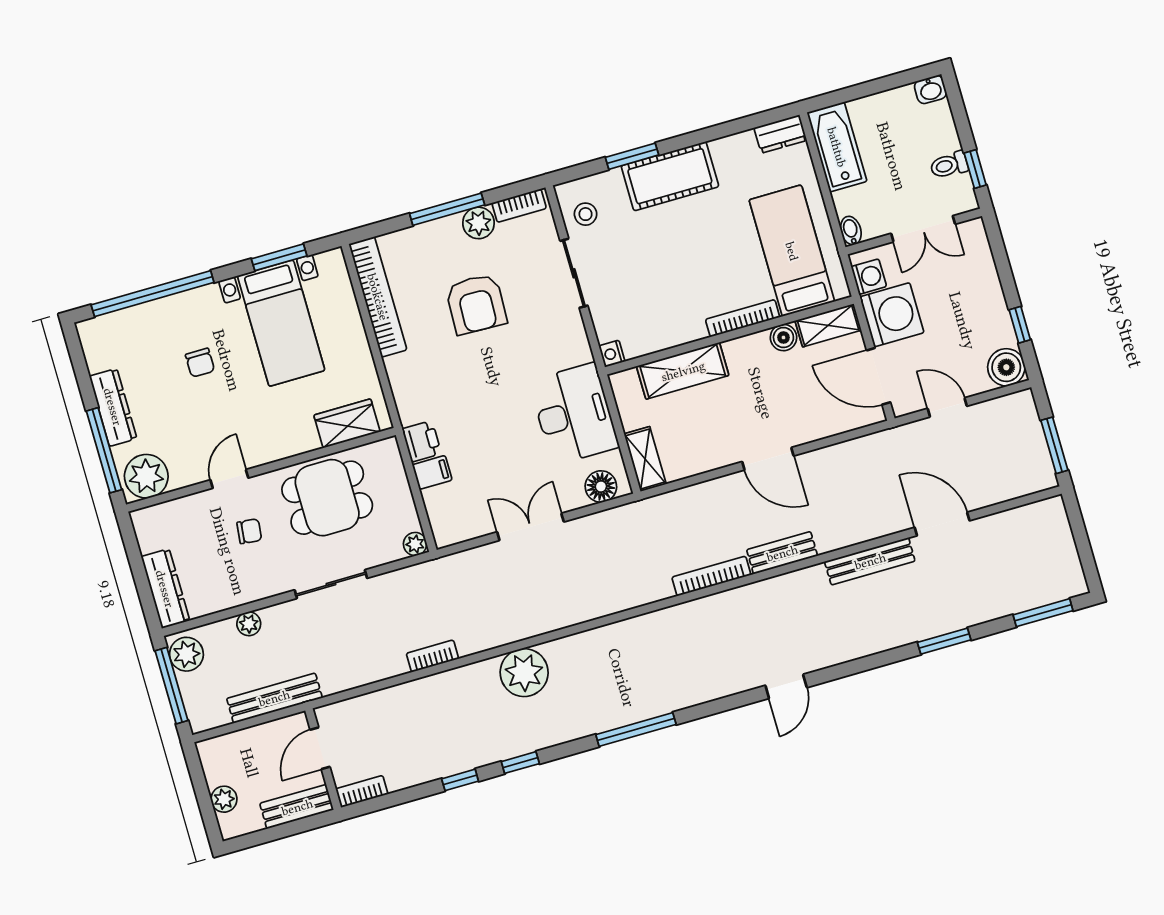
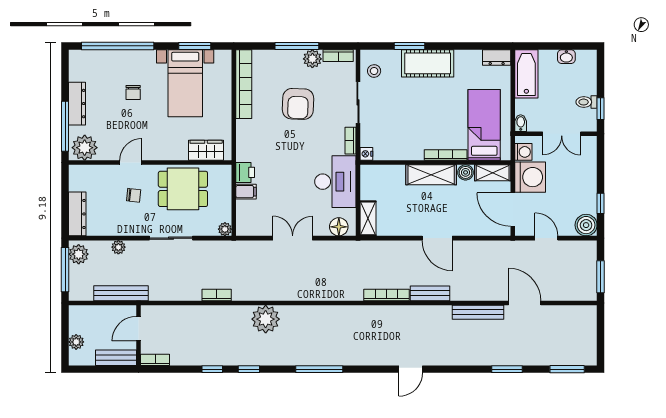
washbasin: (930, 90) -> (566, 57), moved
bookcase: (580, 340) -> (350, 141), added
shelving: (683, 371) -> (431, 175), moved

